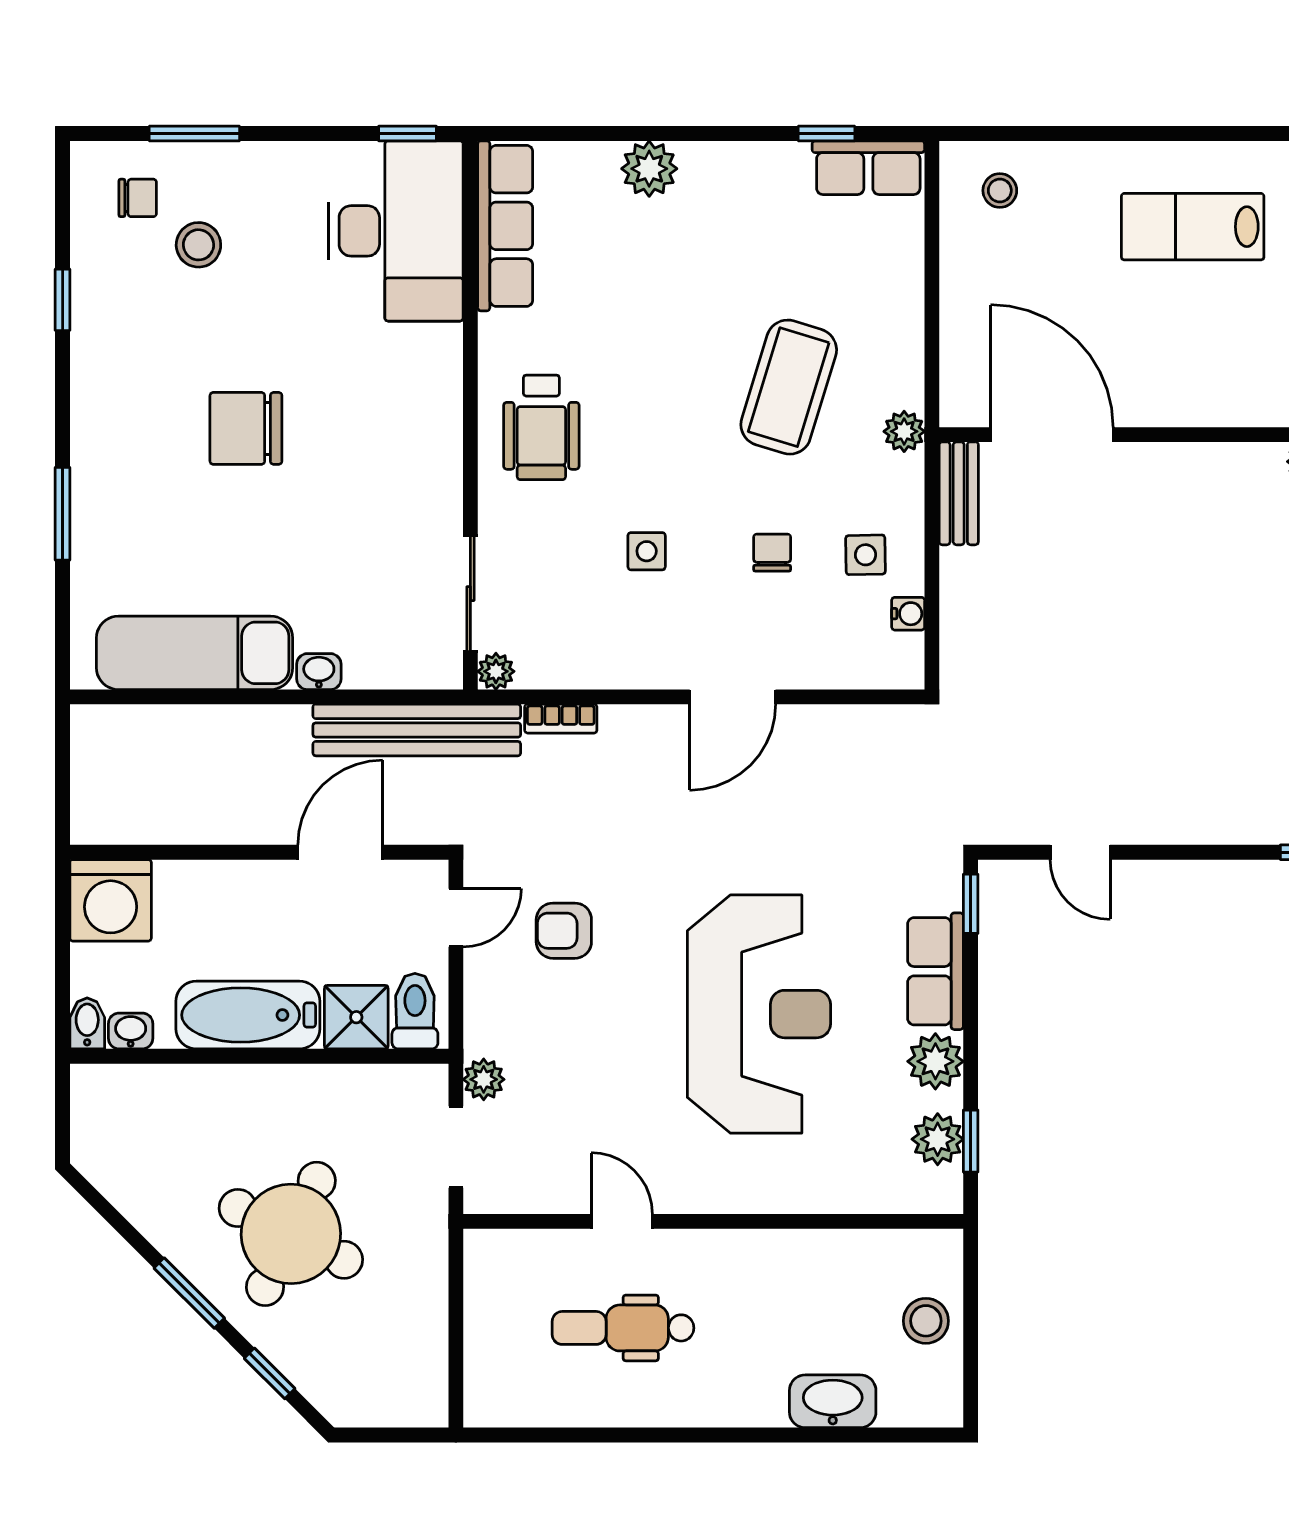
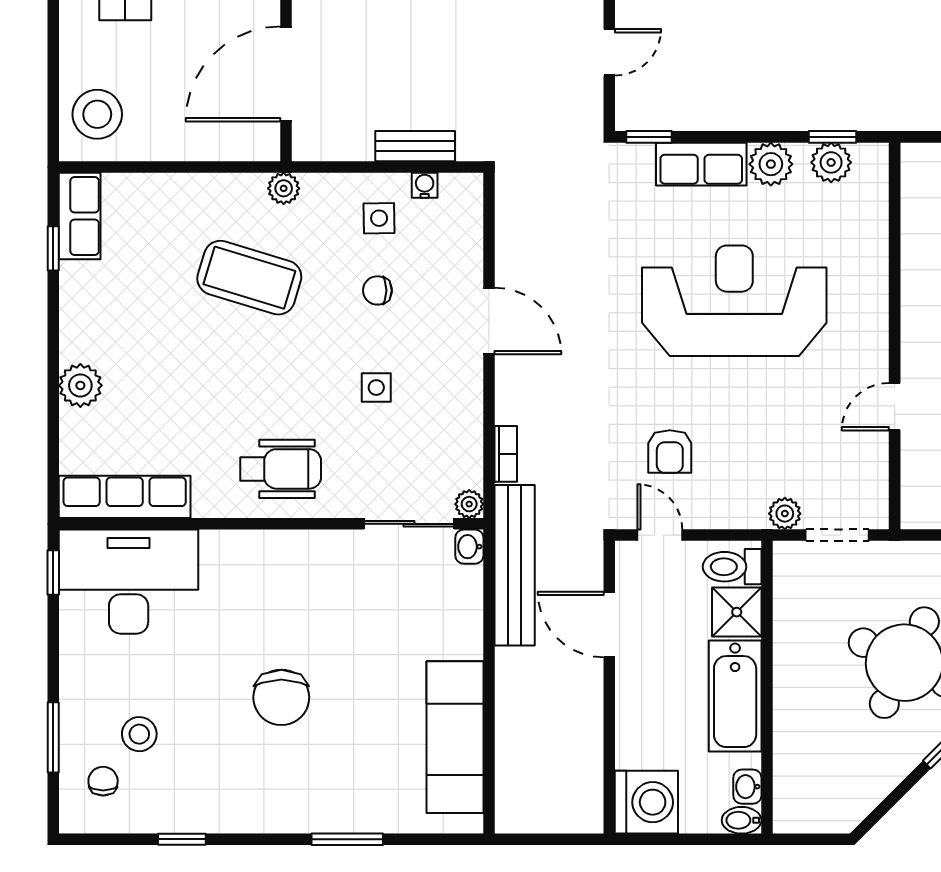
stool: (1000, 190) -> (97, 114), width x1.89, depth x1.89
bench: (959, 493) -> (415, 146), moved
washbasin: (319, 672) -> (469, 547), moved

